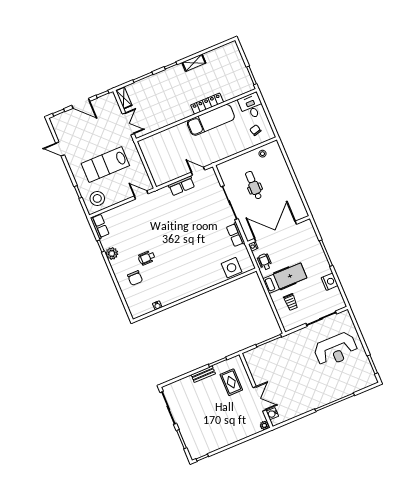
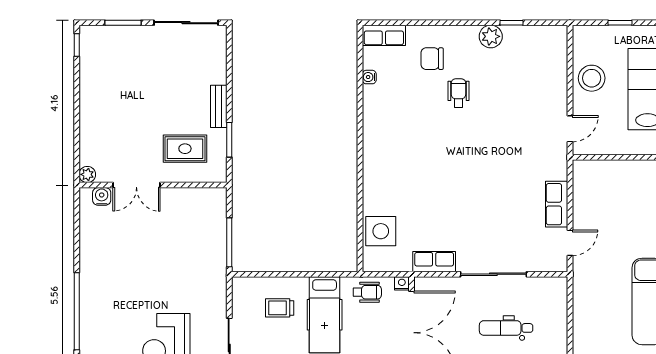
dental chair: (254, 185) -> (506, 328), turned 180
stool: (97, 198) -> (592, 78), moved
row of seats: (100, 226) -> (384, 35), moved

